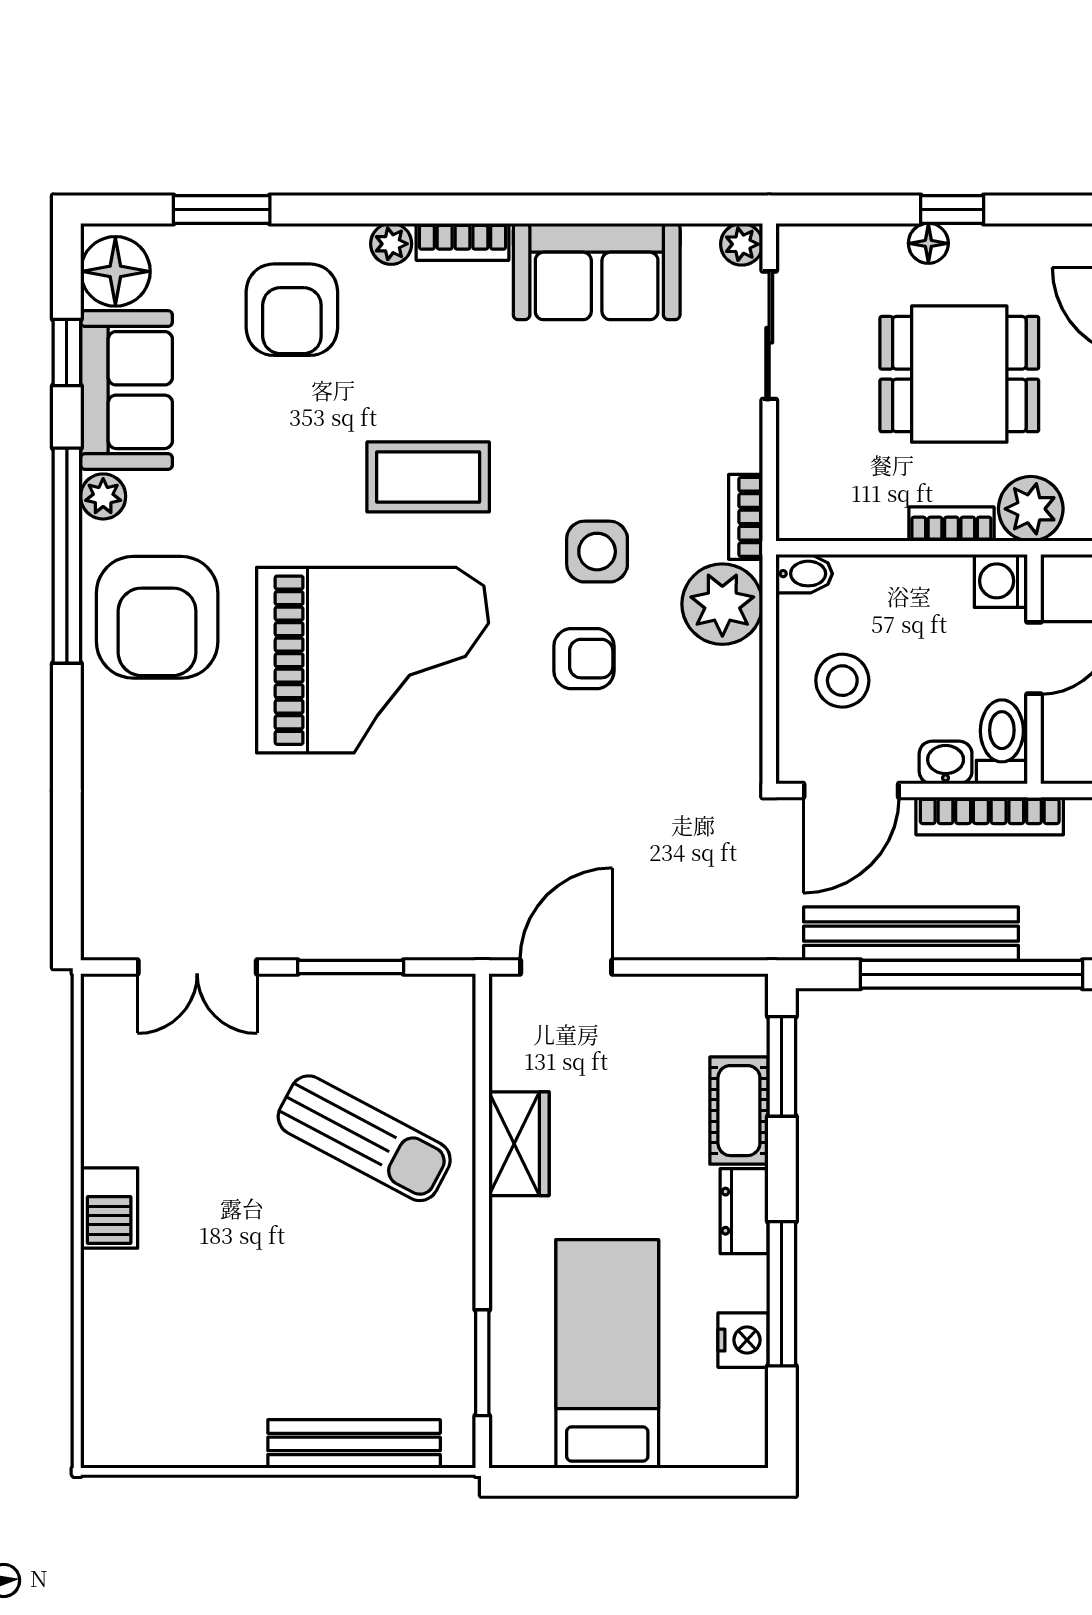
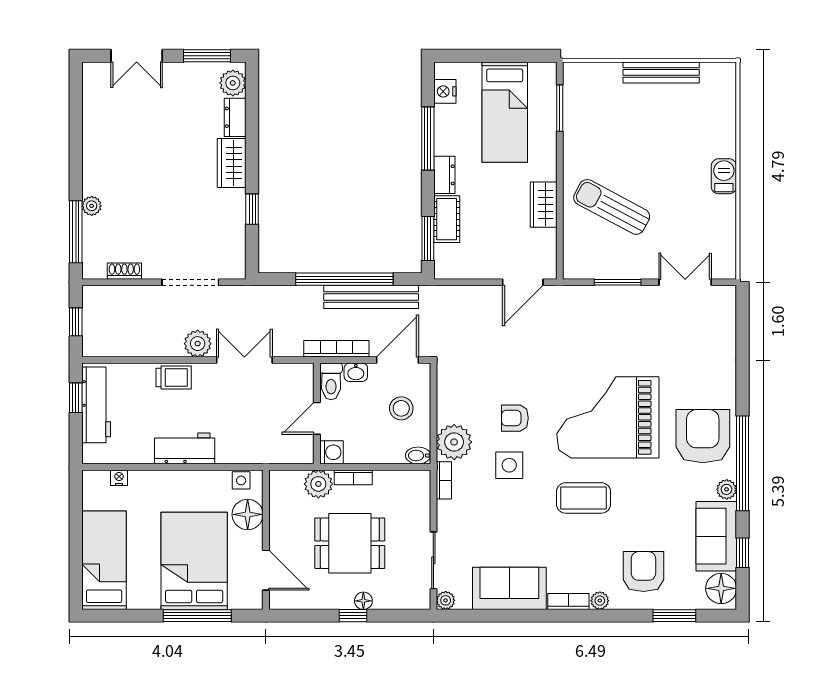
nightstand: (743, 1340) -> (445, 91), moved
bench: (354, 1444) -> (661, 72), moved

